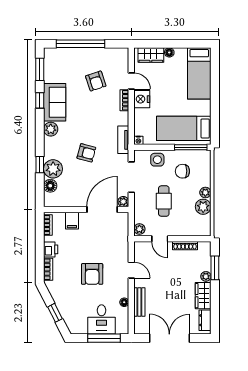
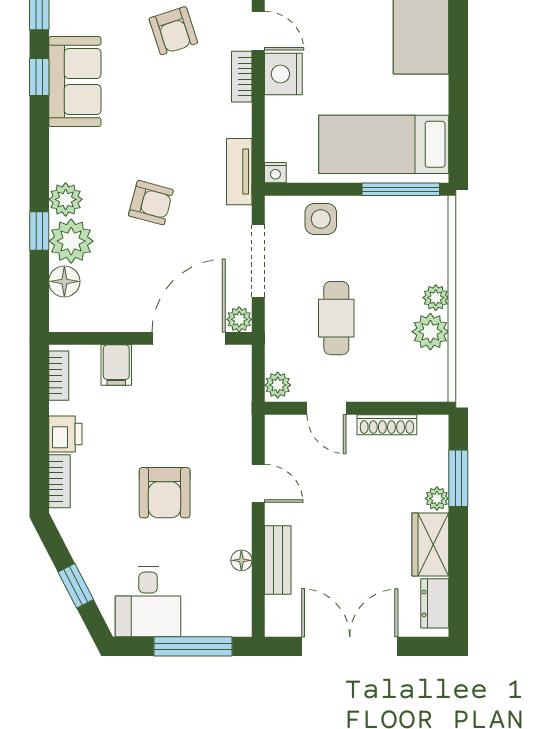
plant: (51, 129) -> (66, 199), moved
chair: (182, 171) -> (381, 247), removed
desk: (102, 319) -> (148, 602), moved

